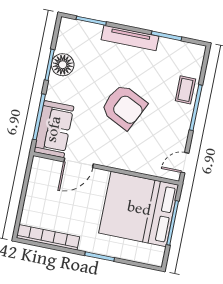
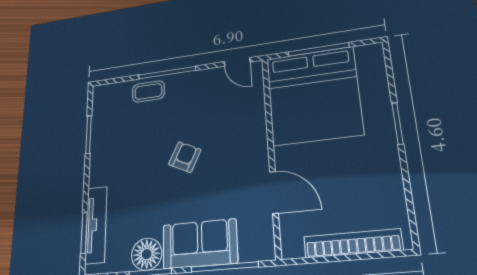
tv unit: (130, 38) -> (96, 225), moved
armchair: (124, 107) -> (185, 157), width x0.53, depth x0.53
sofa: (54, 129) -> (200, 244), moved
bookcase: (48, 237) -> (353, 243), moved, turned 90

